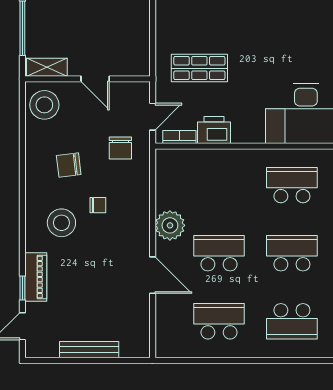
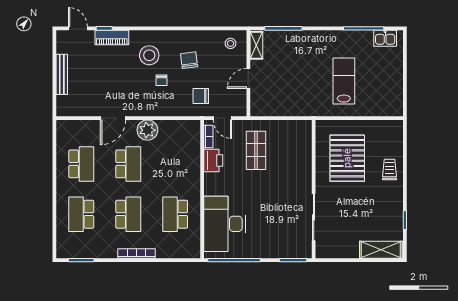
stool: (44, 105) -> (230, 43), width x0.53, depth x0.53
school desk: (292, 185) -> (175, 214), turned 180

